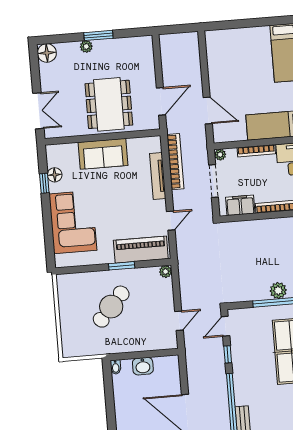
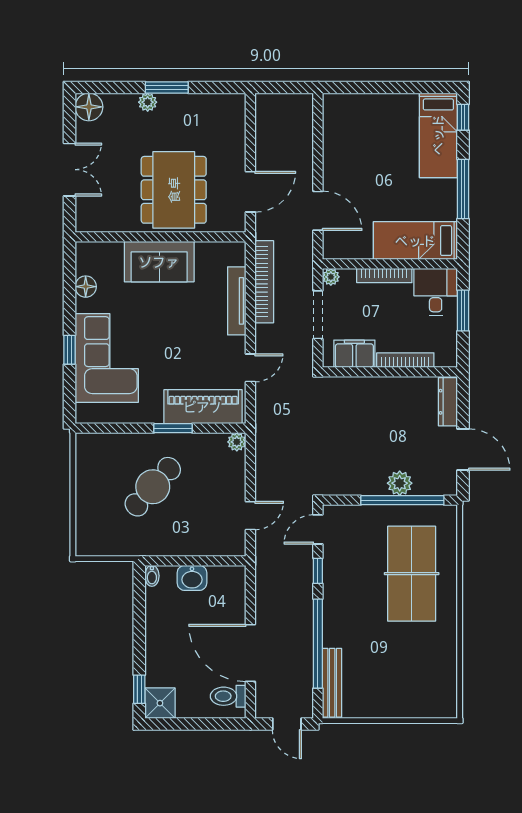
double door: (38, 111) -> (69, 170), moved
window: (44, 183) -> (69, 350), moved

